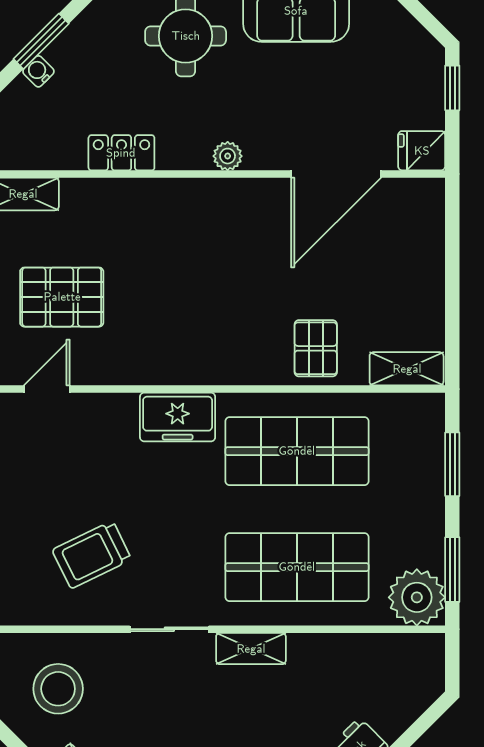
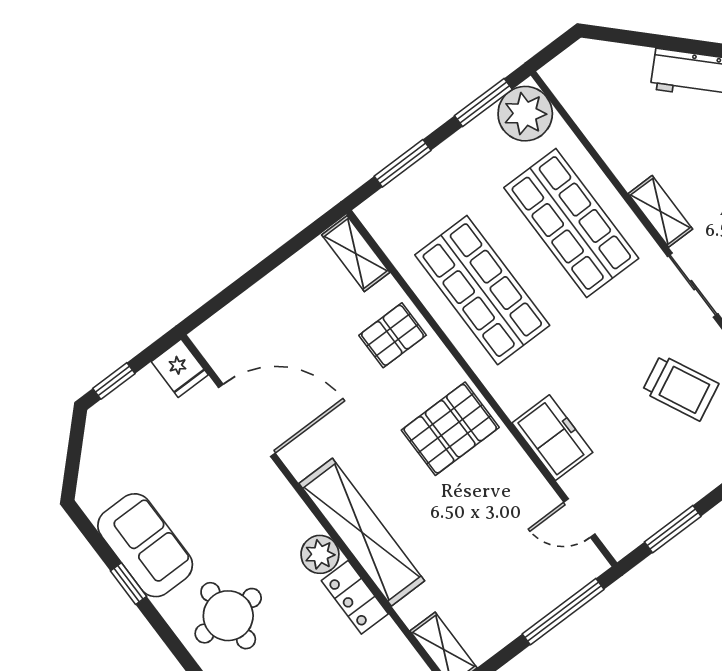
plant: (228, 156) -> (320, 554), moved, width x1.38, depth x1.38
shelving: (171, 199) -> (362, 532), added
pallet: (62, 297) -> (450, 429), moved, turned 90
freezer: (178, 417) -> (552, 438), moved

